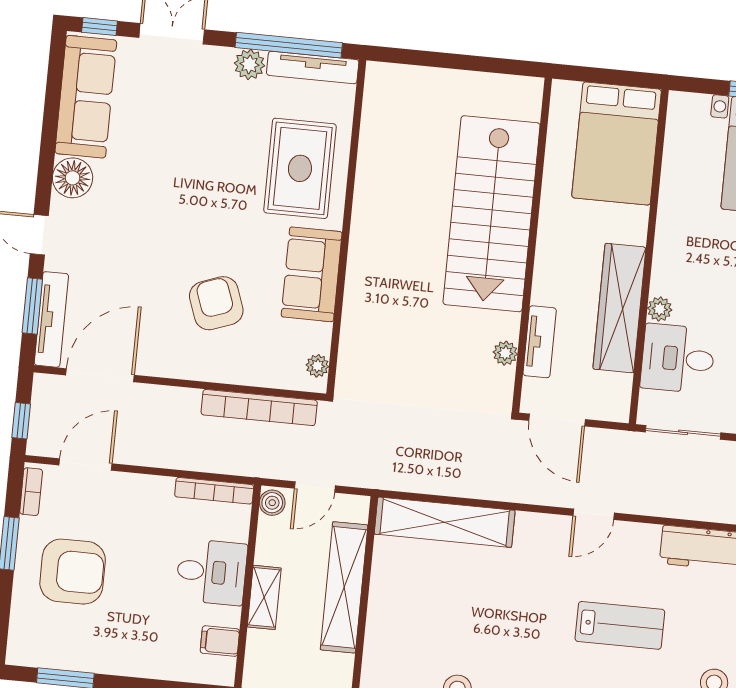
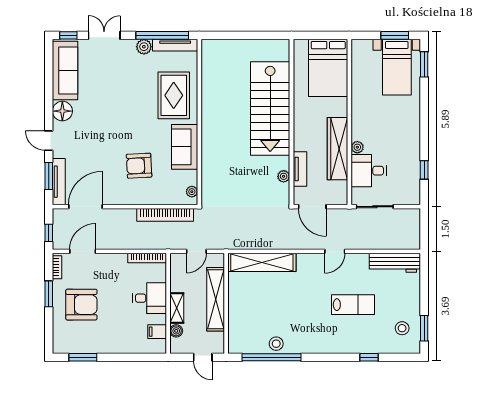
armchair: (216, 303) -> (139, 166), turned -73
boiler: (272, 503) -> (176, 331), moved

